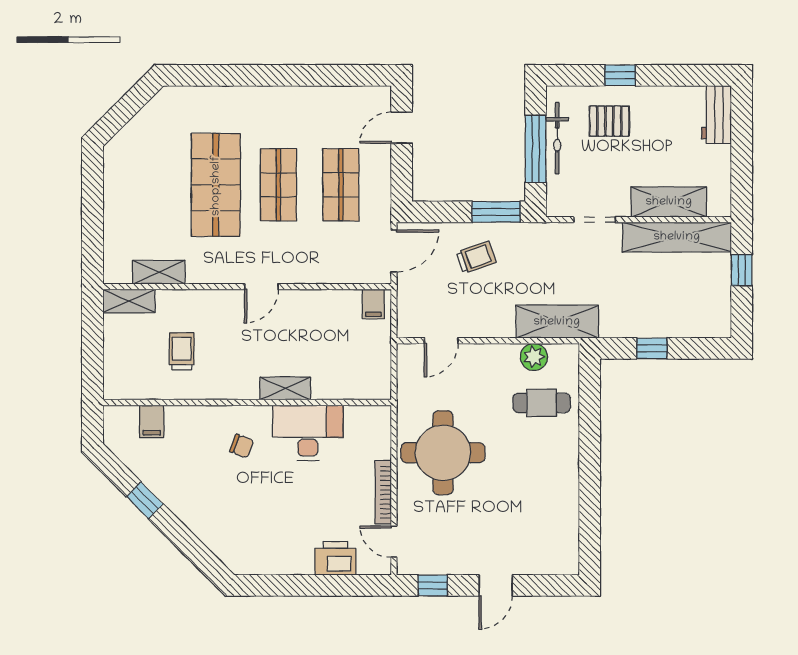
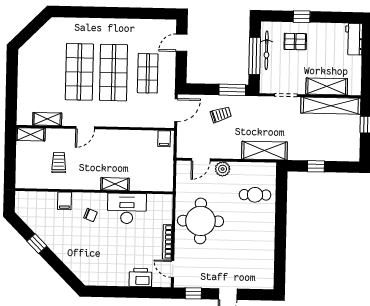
shop shelf: (278, 185) -> (114, 73), width x1.43, depth x1.36
door: (261, 287) -> (85, 128), moved
plant: (534, 357) -> (223, 169), moved
filing cabinet: (152, 421) -> (64, 201), moved

